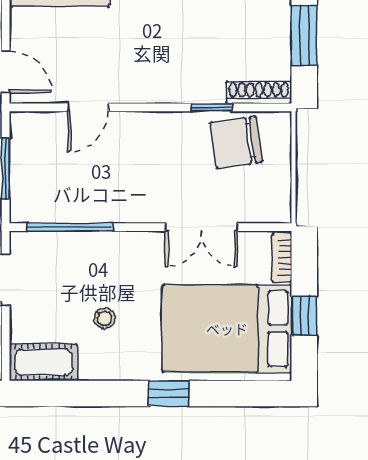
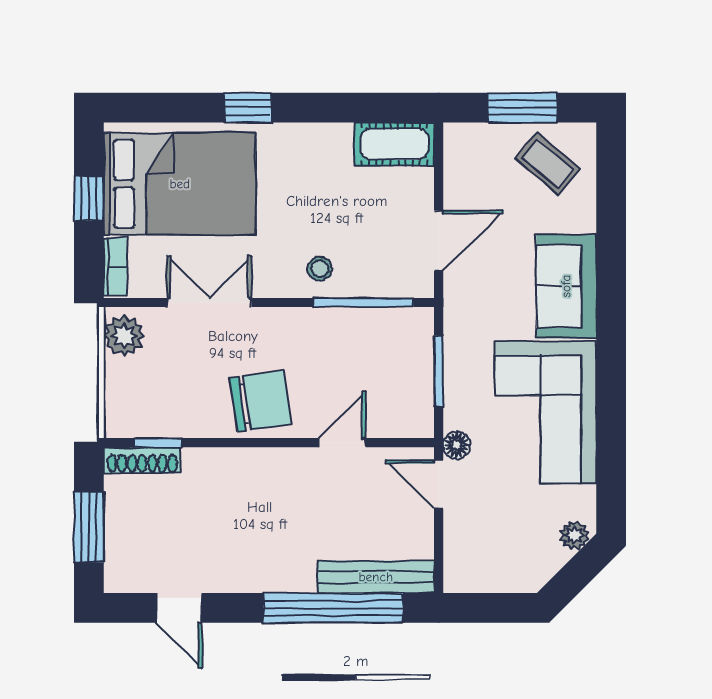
window: (212, 107) -> (158, 443), moved
chair: (236, 142) -> (261, 401), moved
plant: (274, 199) -> (124, 336), added
stool: (105, 318) -> (320, 269), moved

